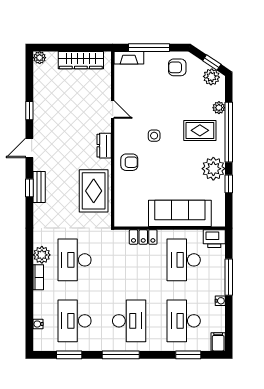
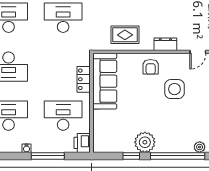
rug: (200, 130) -> (179, 130), removed
side table: (154, 136) -> (174, 89), width x1.87, depth x1.87
rug: (94, 191) -> (125, 35), width x0.73, depth x0.70
sofa: (180, 213) -> (105, 81), moved

